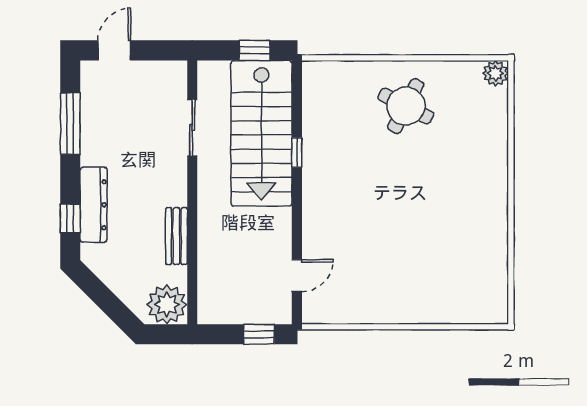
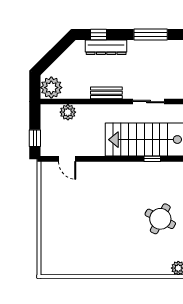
window: (297, 152) -> (152, 159), moved
bench: (176, 236) -> (106, 93), moved
plant: (212, 274) -> (68, 112), added

